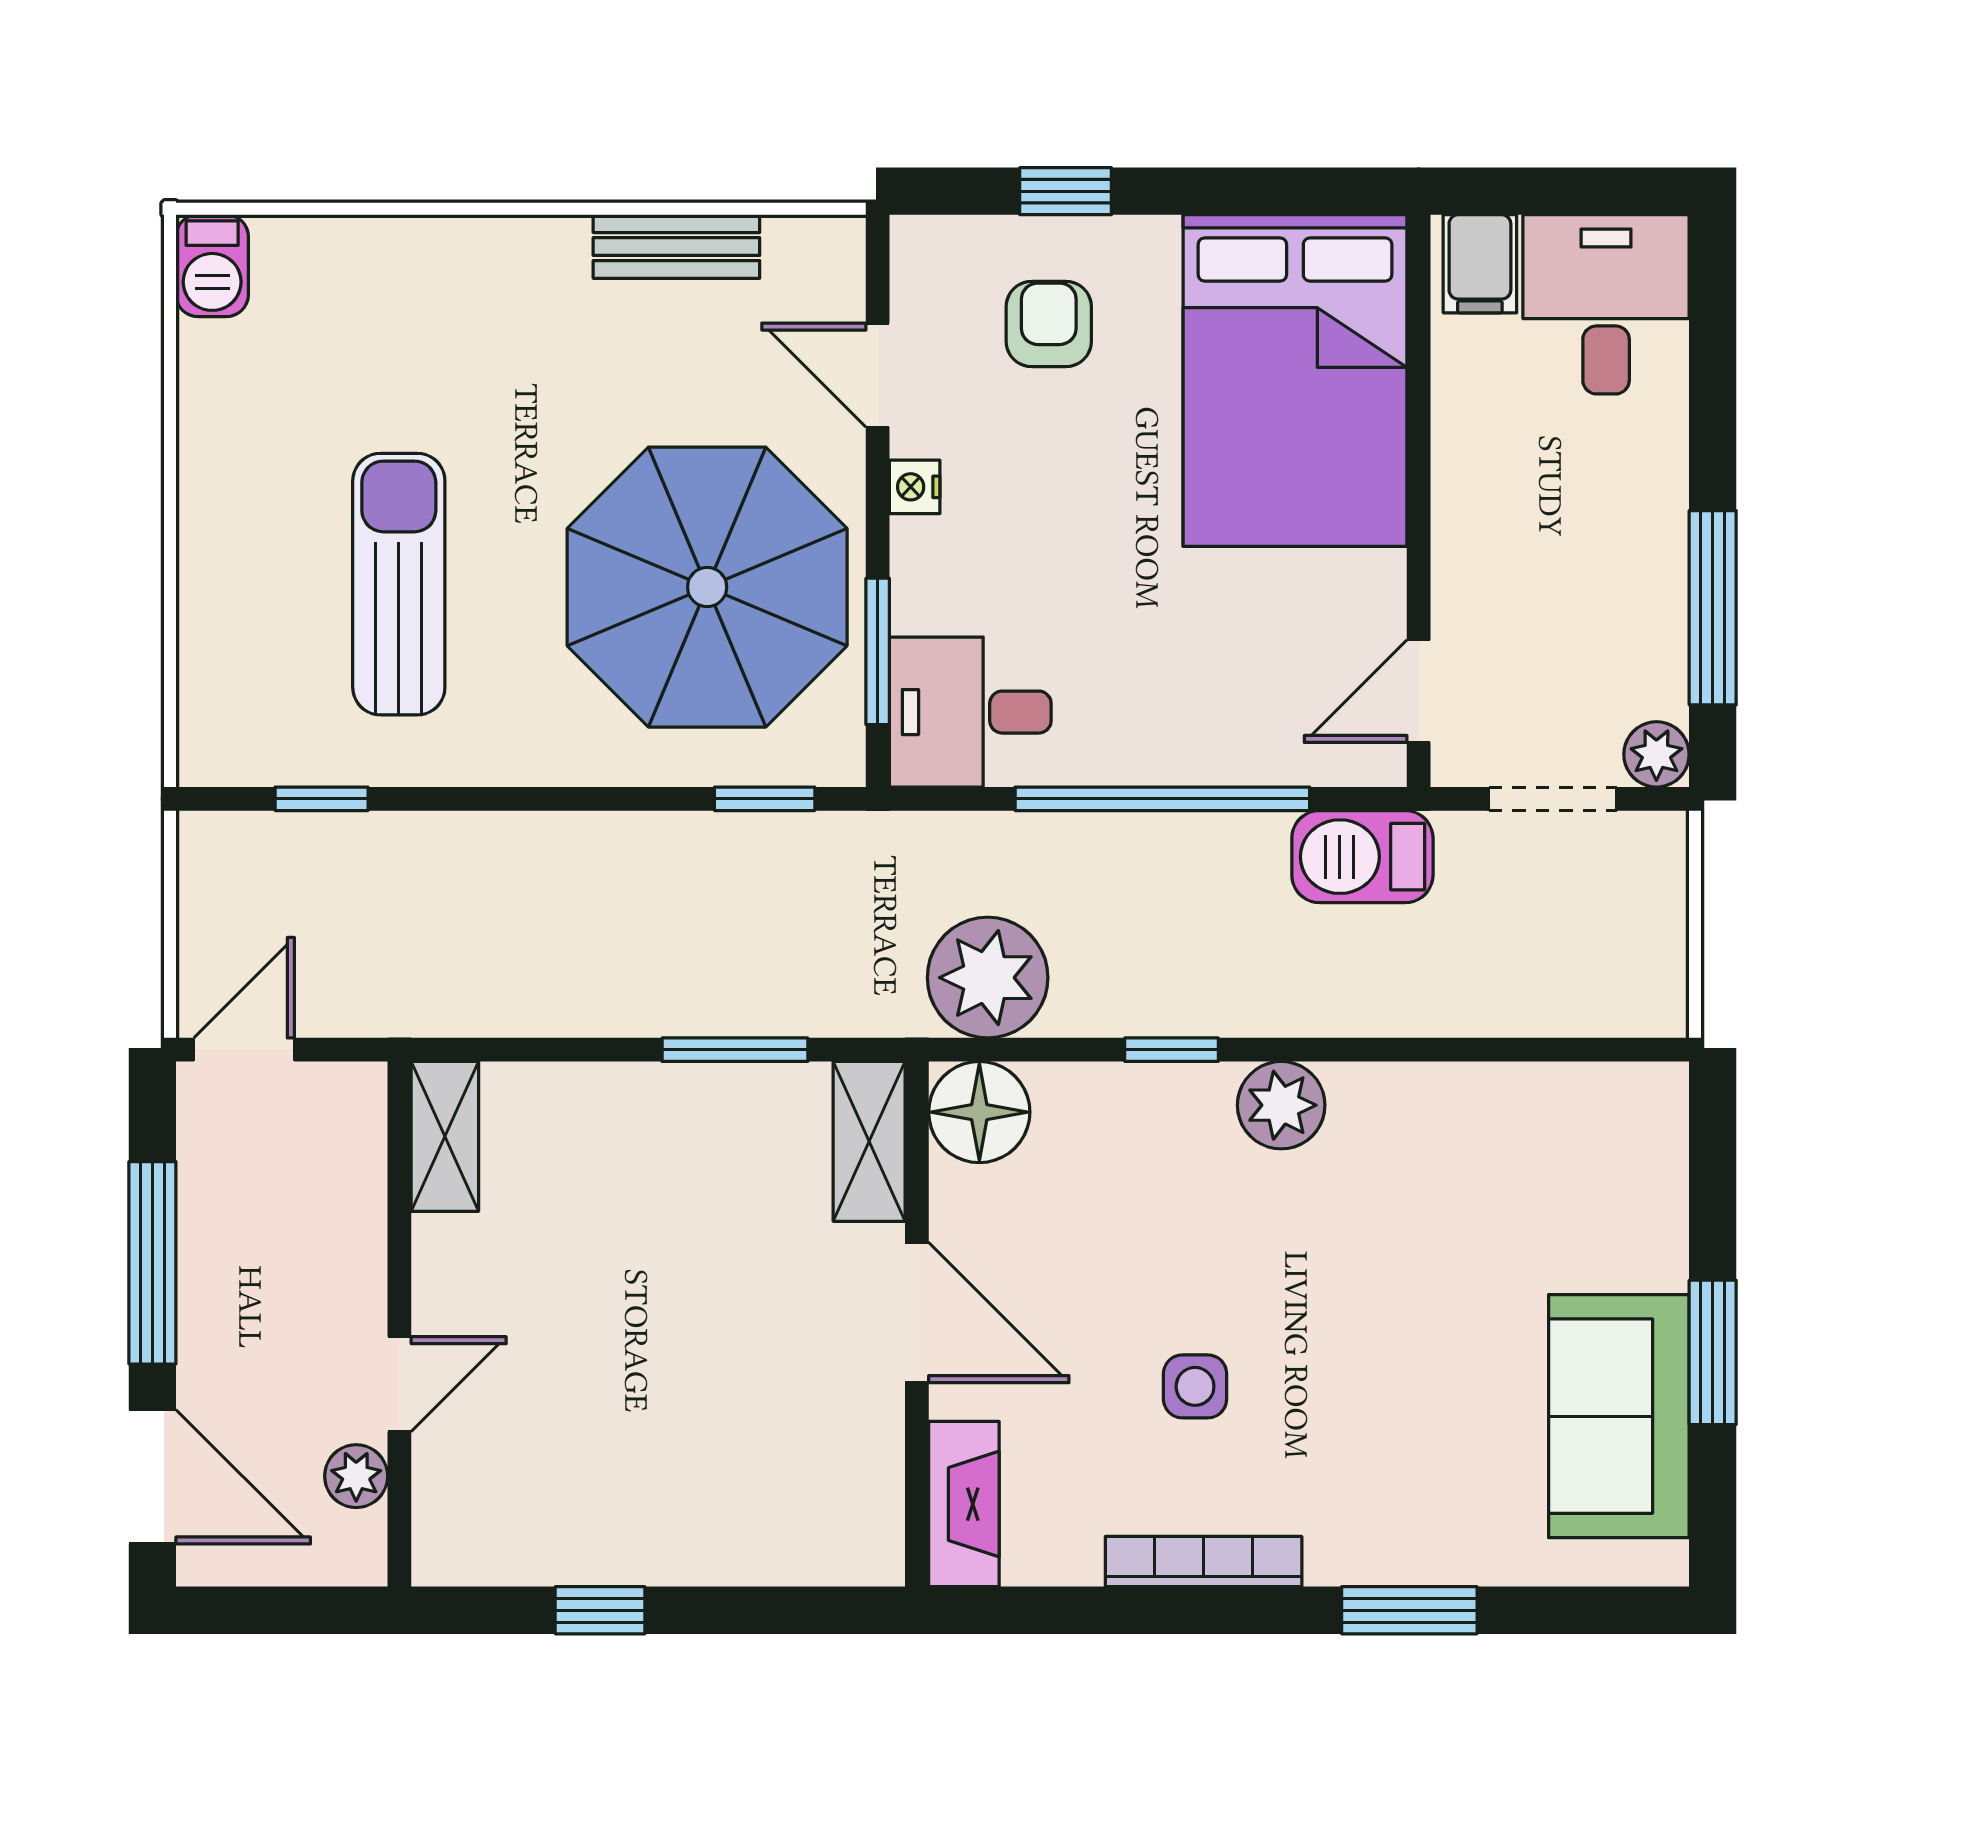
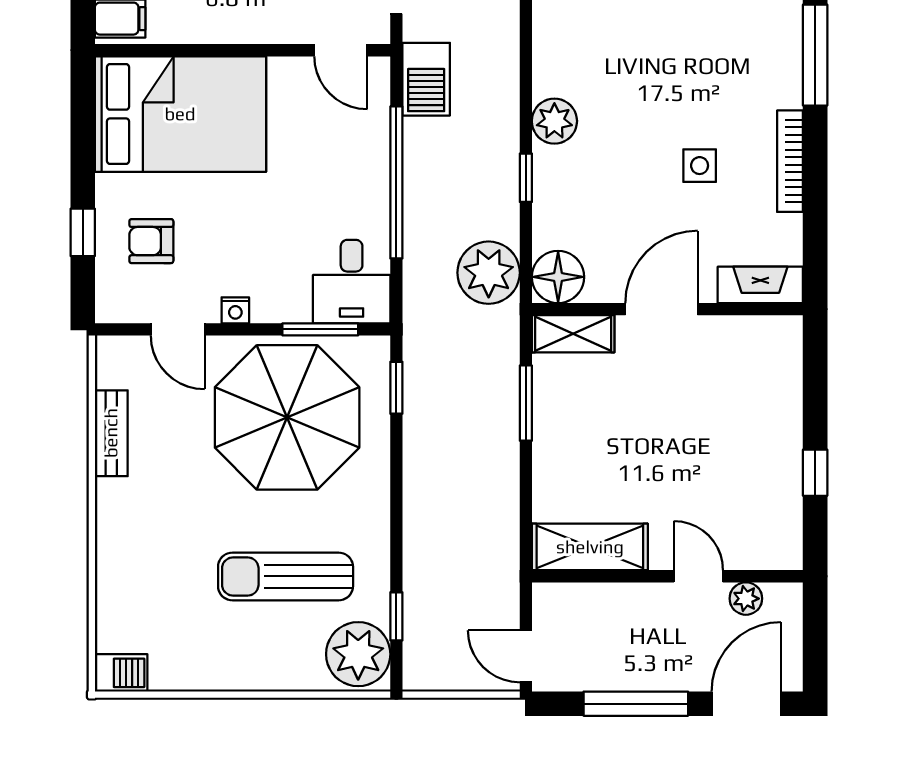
door: (878, 375) -> (178, 329), hinge flipped
plant: (248, 725) -> (358, 654), added
shelving: (445, 1136) -> (590, 547), width x1.50, depth x1.33
window: (1409, 1610) -> (815, 55), width x1.44

